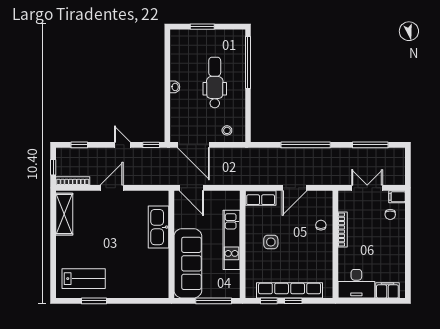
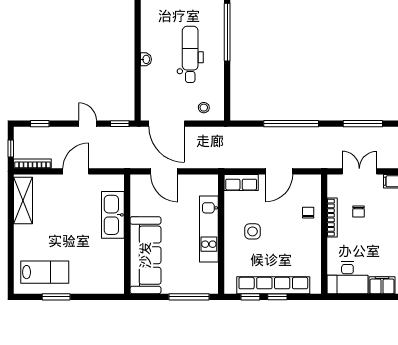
chair: (390, 214) -> (358, 212), moved
kitchen sink: (159, 227) -> (113, 215), moved
wall: (171, 244) -> (127, 234), moved
sofa: (188, 263) -> (145, 255), moved

